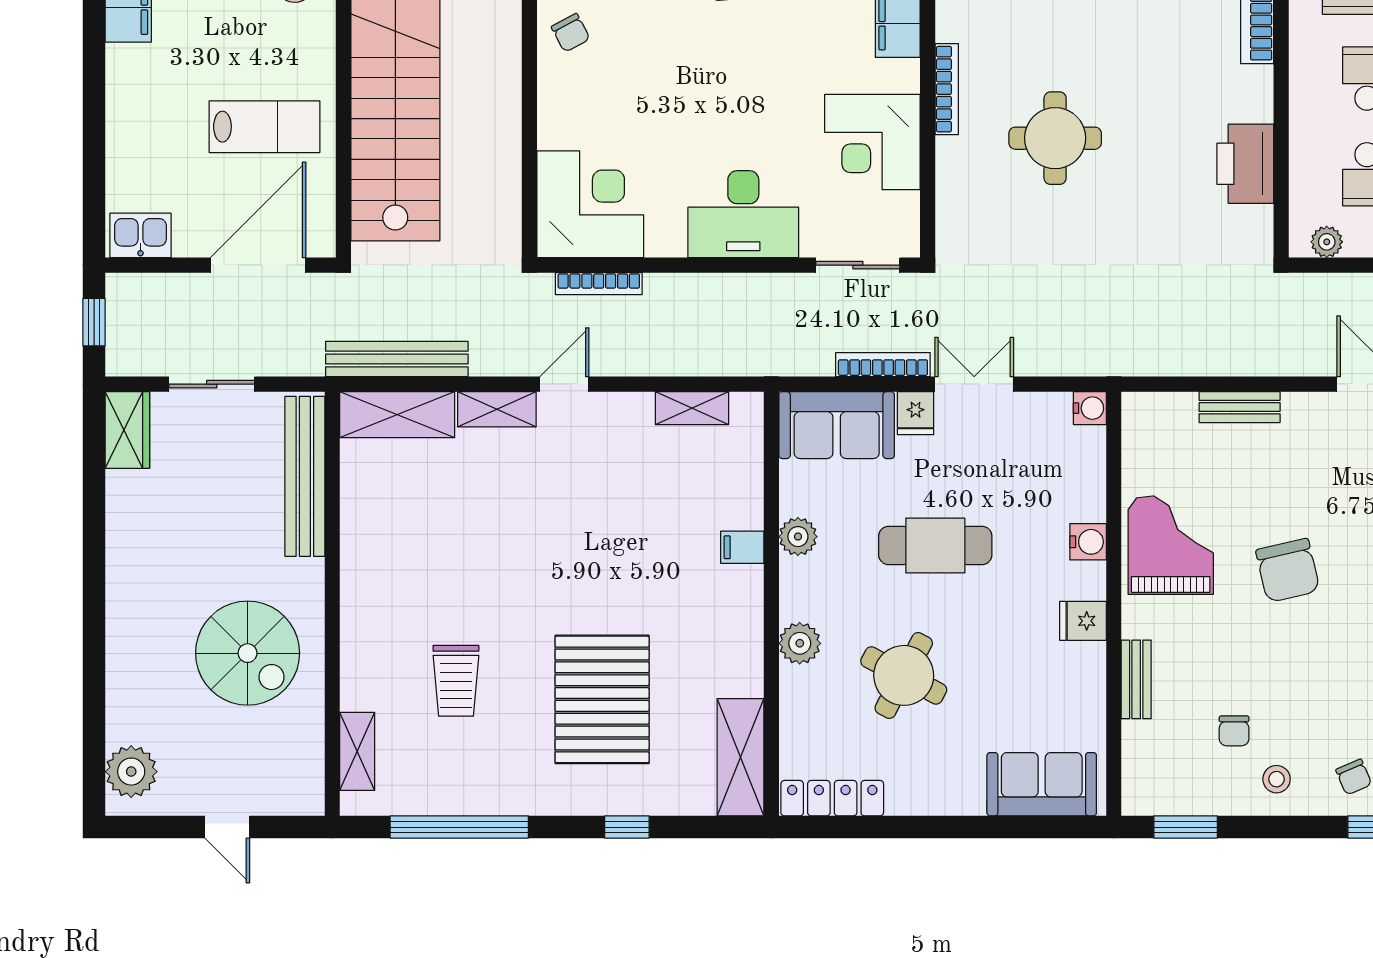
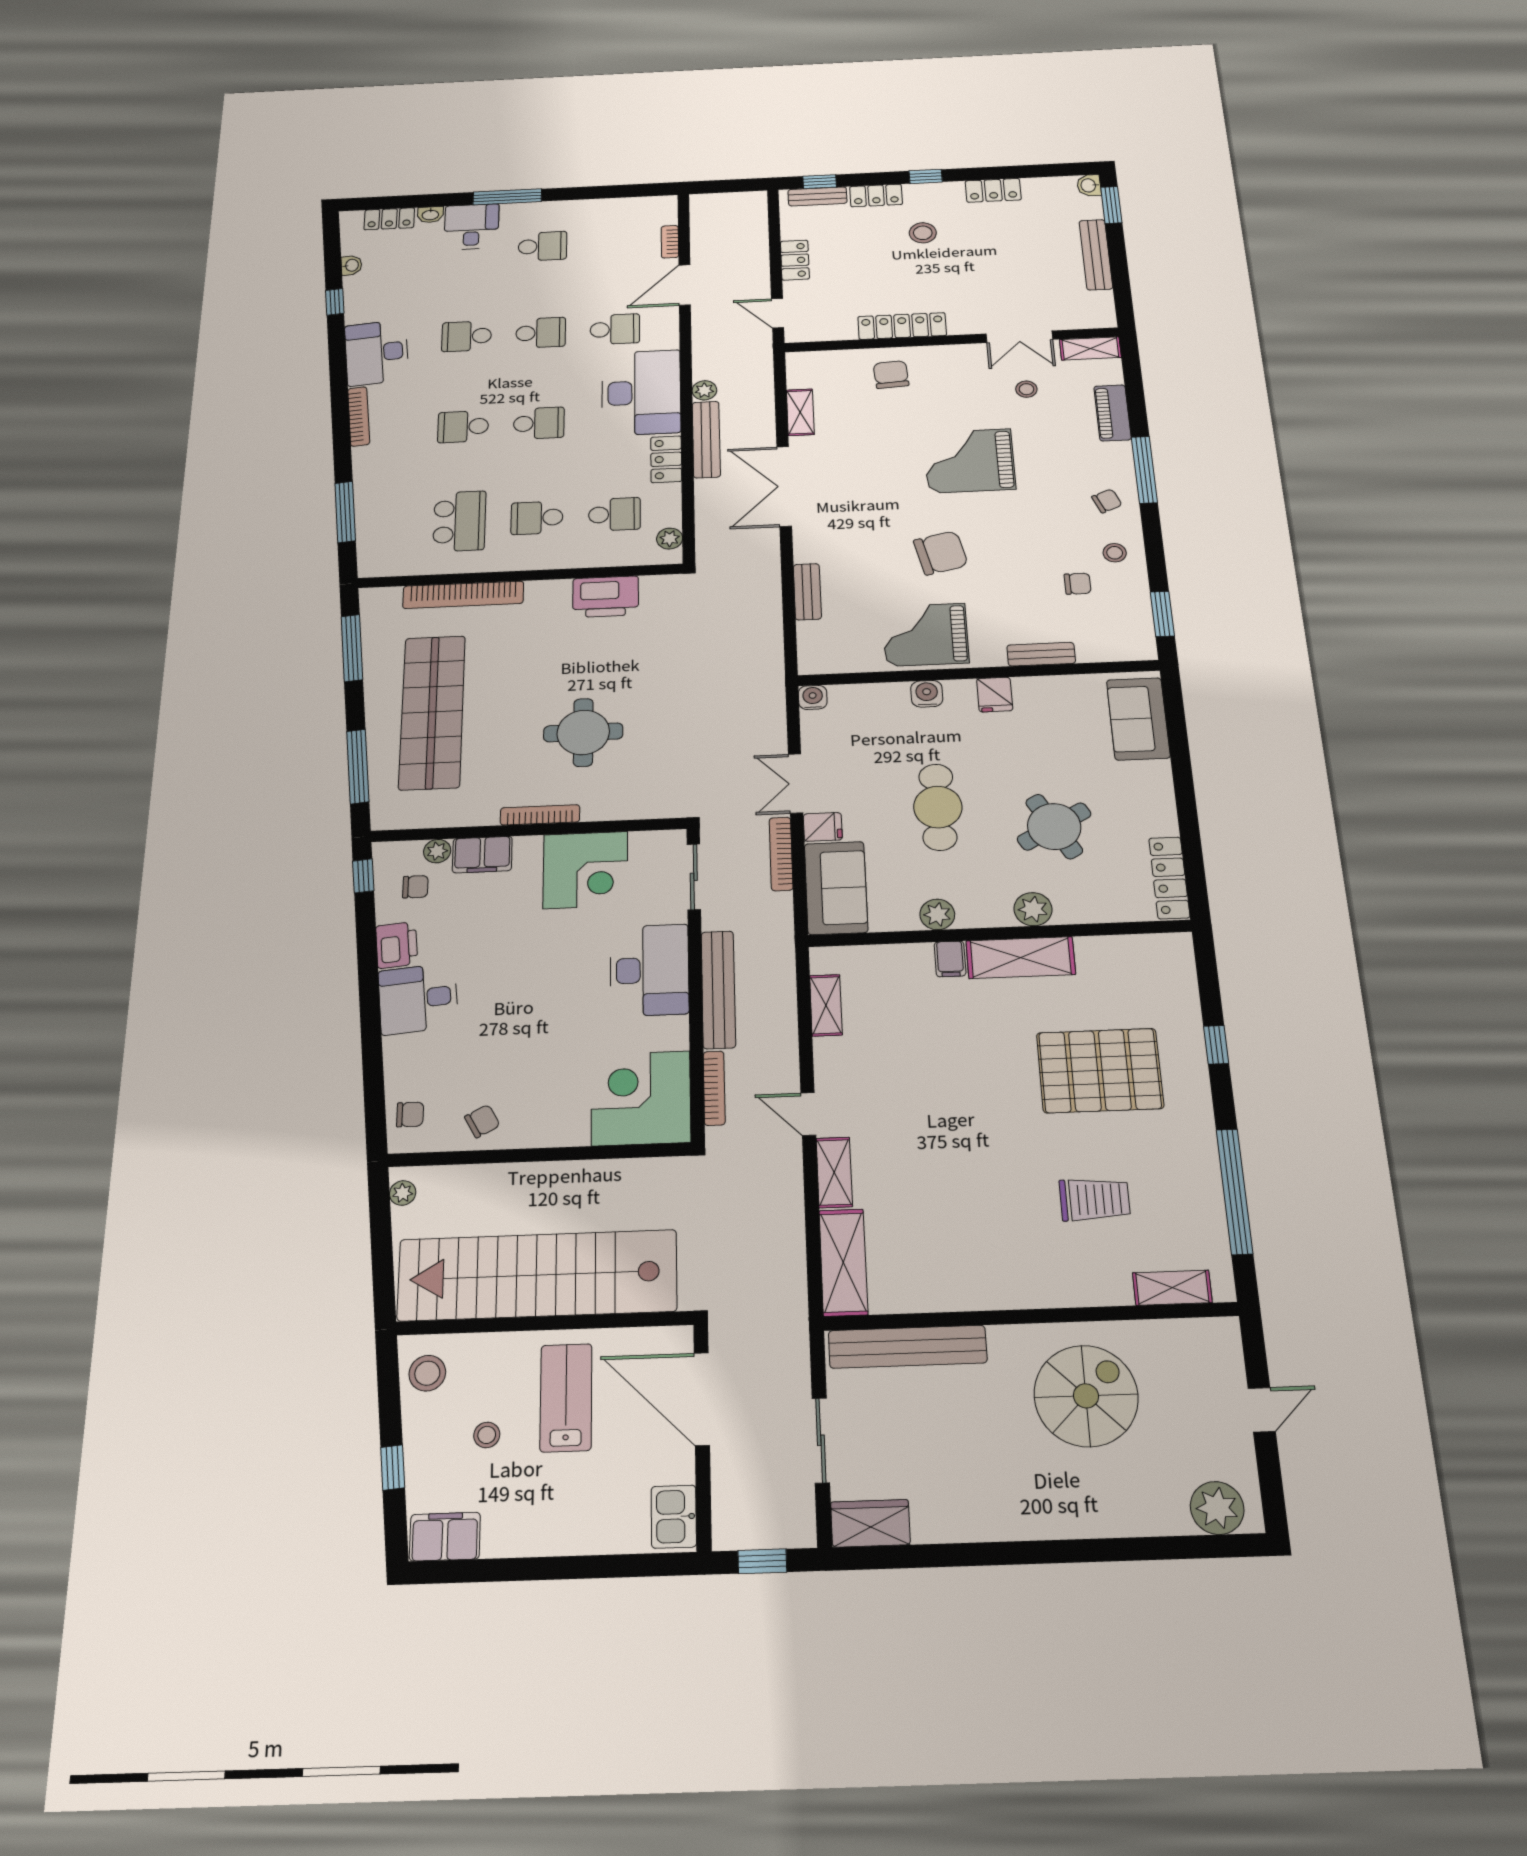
stool: (229, 47) -> (487, 1435), added
bench: (397, 359) -> (718, 989), moved
round table: (904, 675) -> (1054, 826), turned 33
shelving: (740, 757) -> (1021, 958), moved

